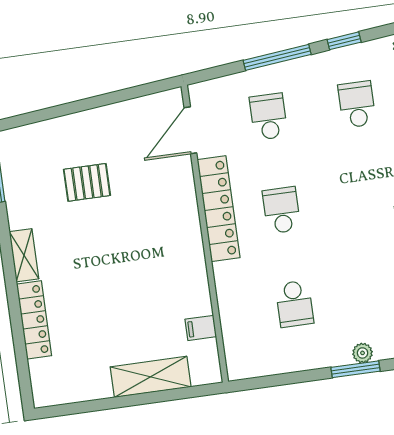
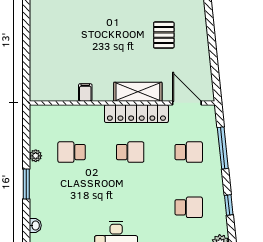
window: (277, 57) -> (223, 148), moved
filing cabinet: (201, 328) -> (85, 92), moved
plant: (363, 353) -> (36, 156), moved
shelving: (151, 377) -> (138, 92), moved, turned 90

